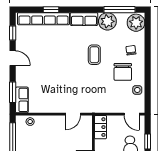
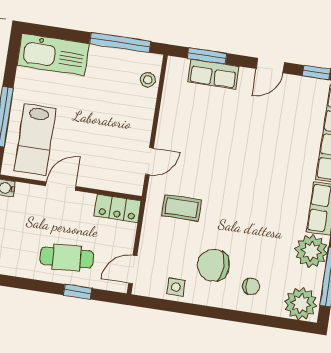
coffee table: (94, 55) -> (182, 208), moved
row of seats: (22, 100) -> (213, 74), moved
door: (73, 114) -> (149, 161), swing flipped

